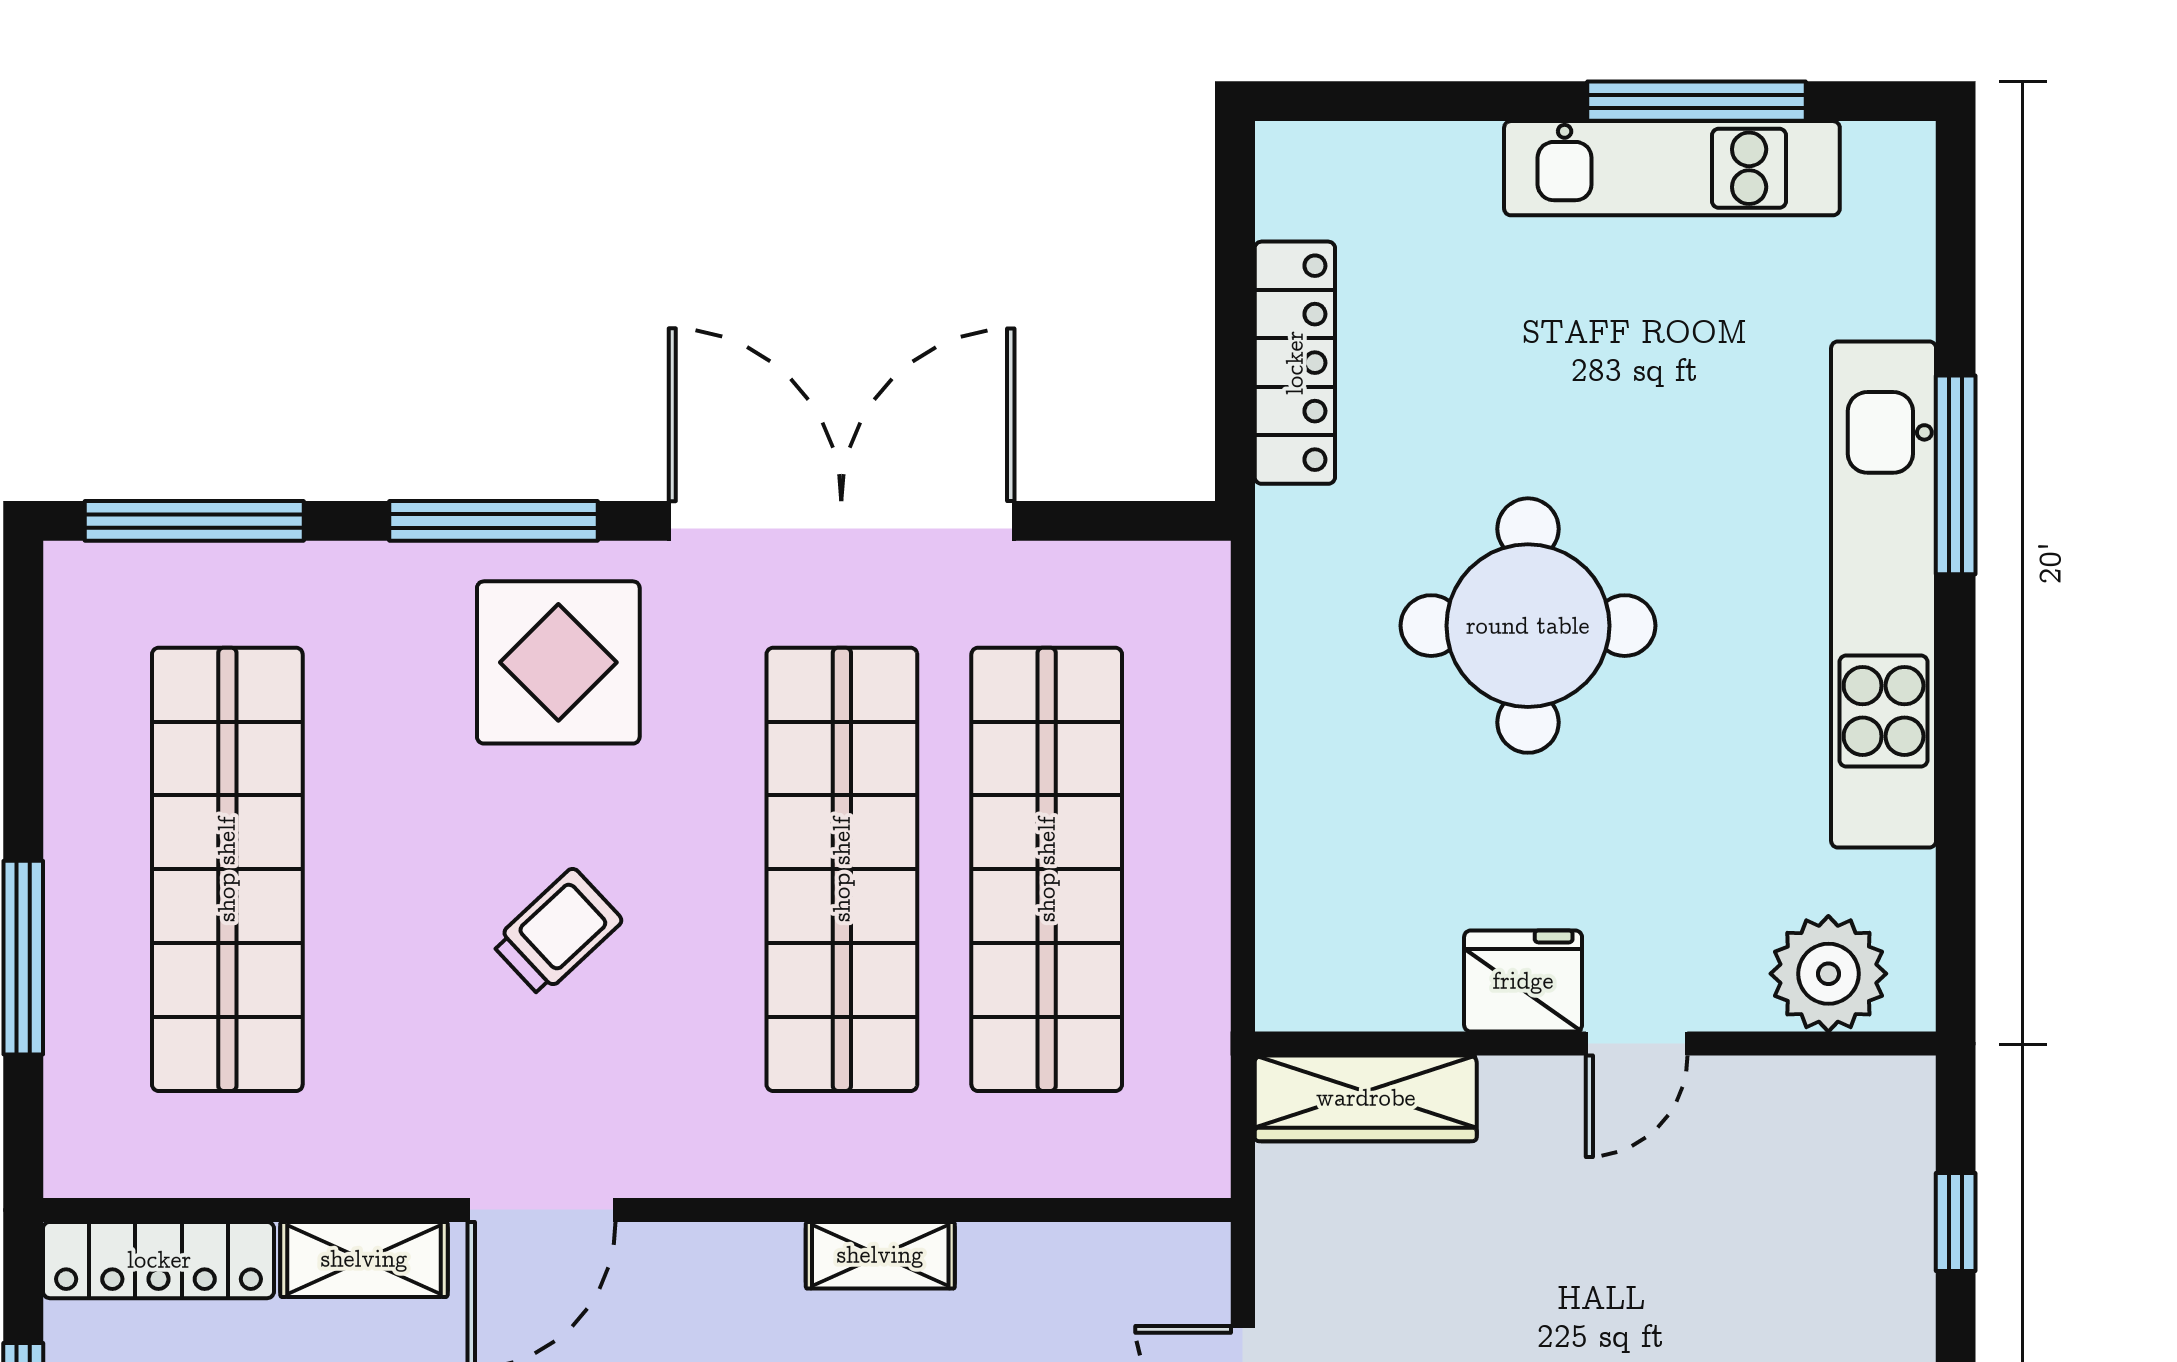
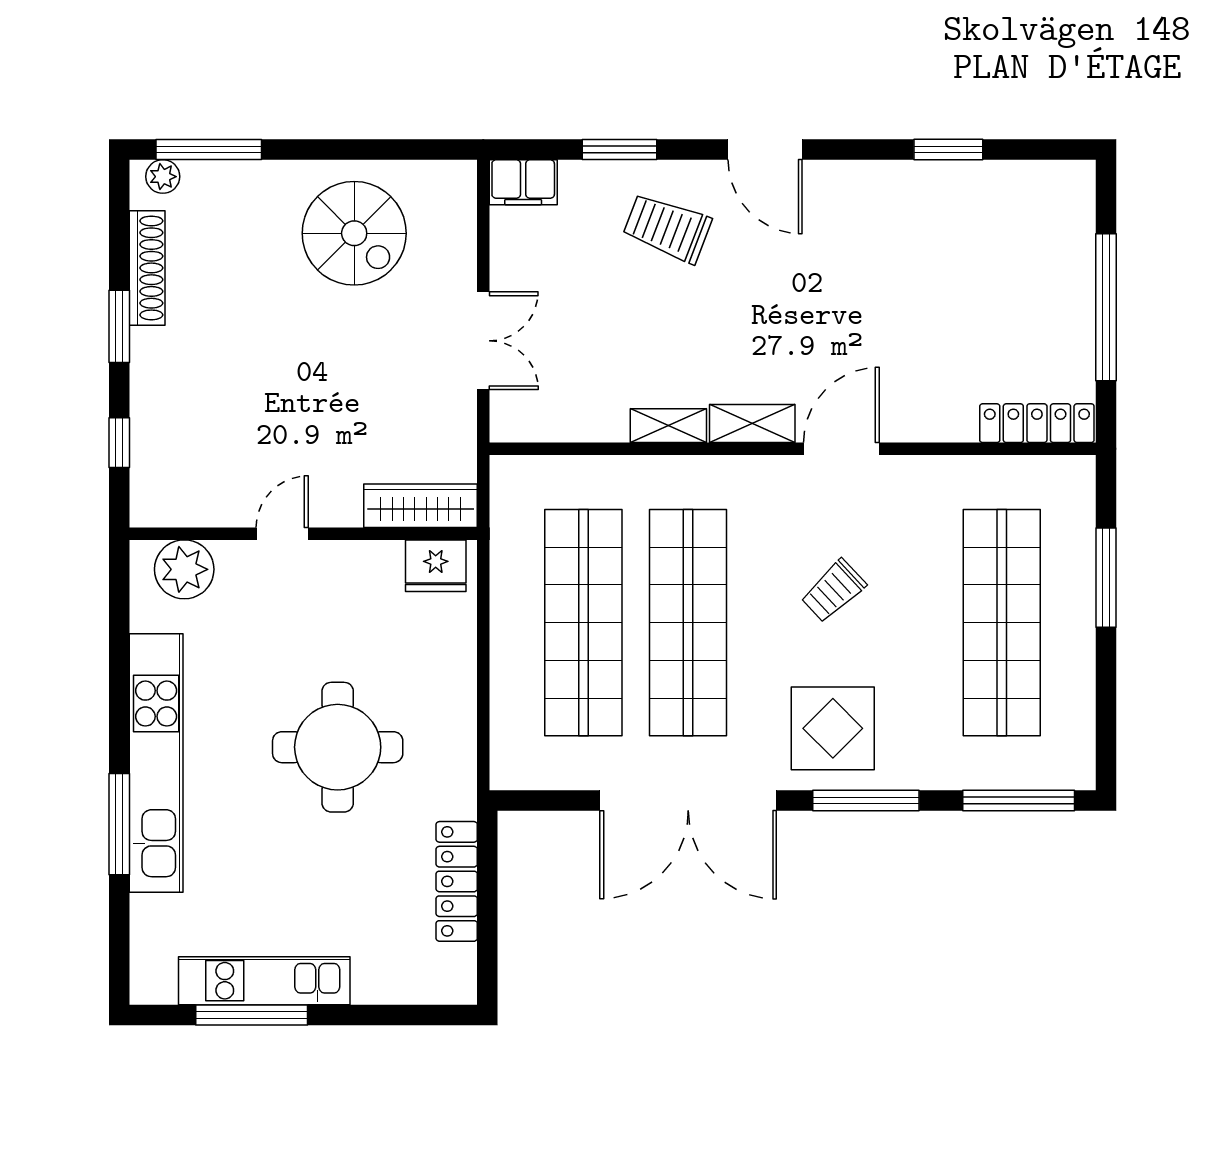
fridge: (1523, 981) -> (436, 566), moved
shelving: (364, 1259) -> (752, 423), moved

